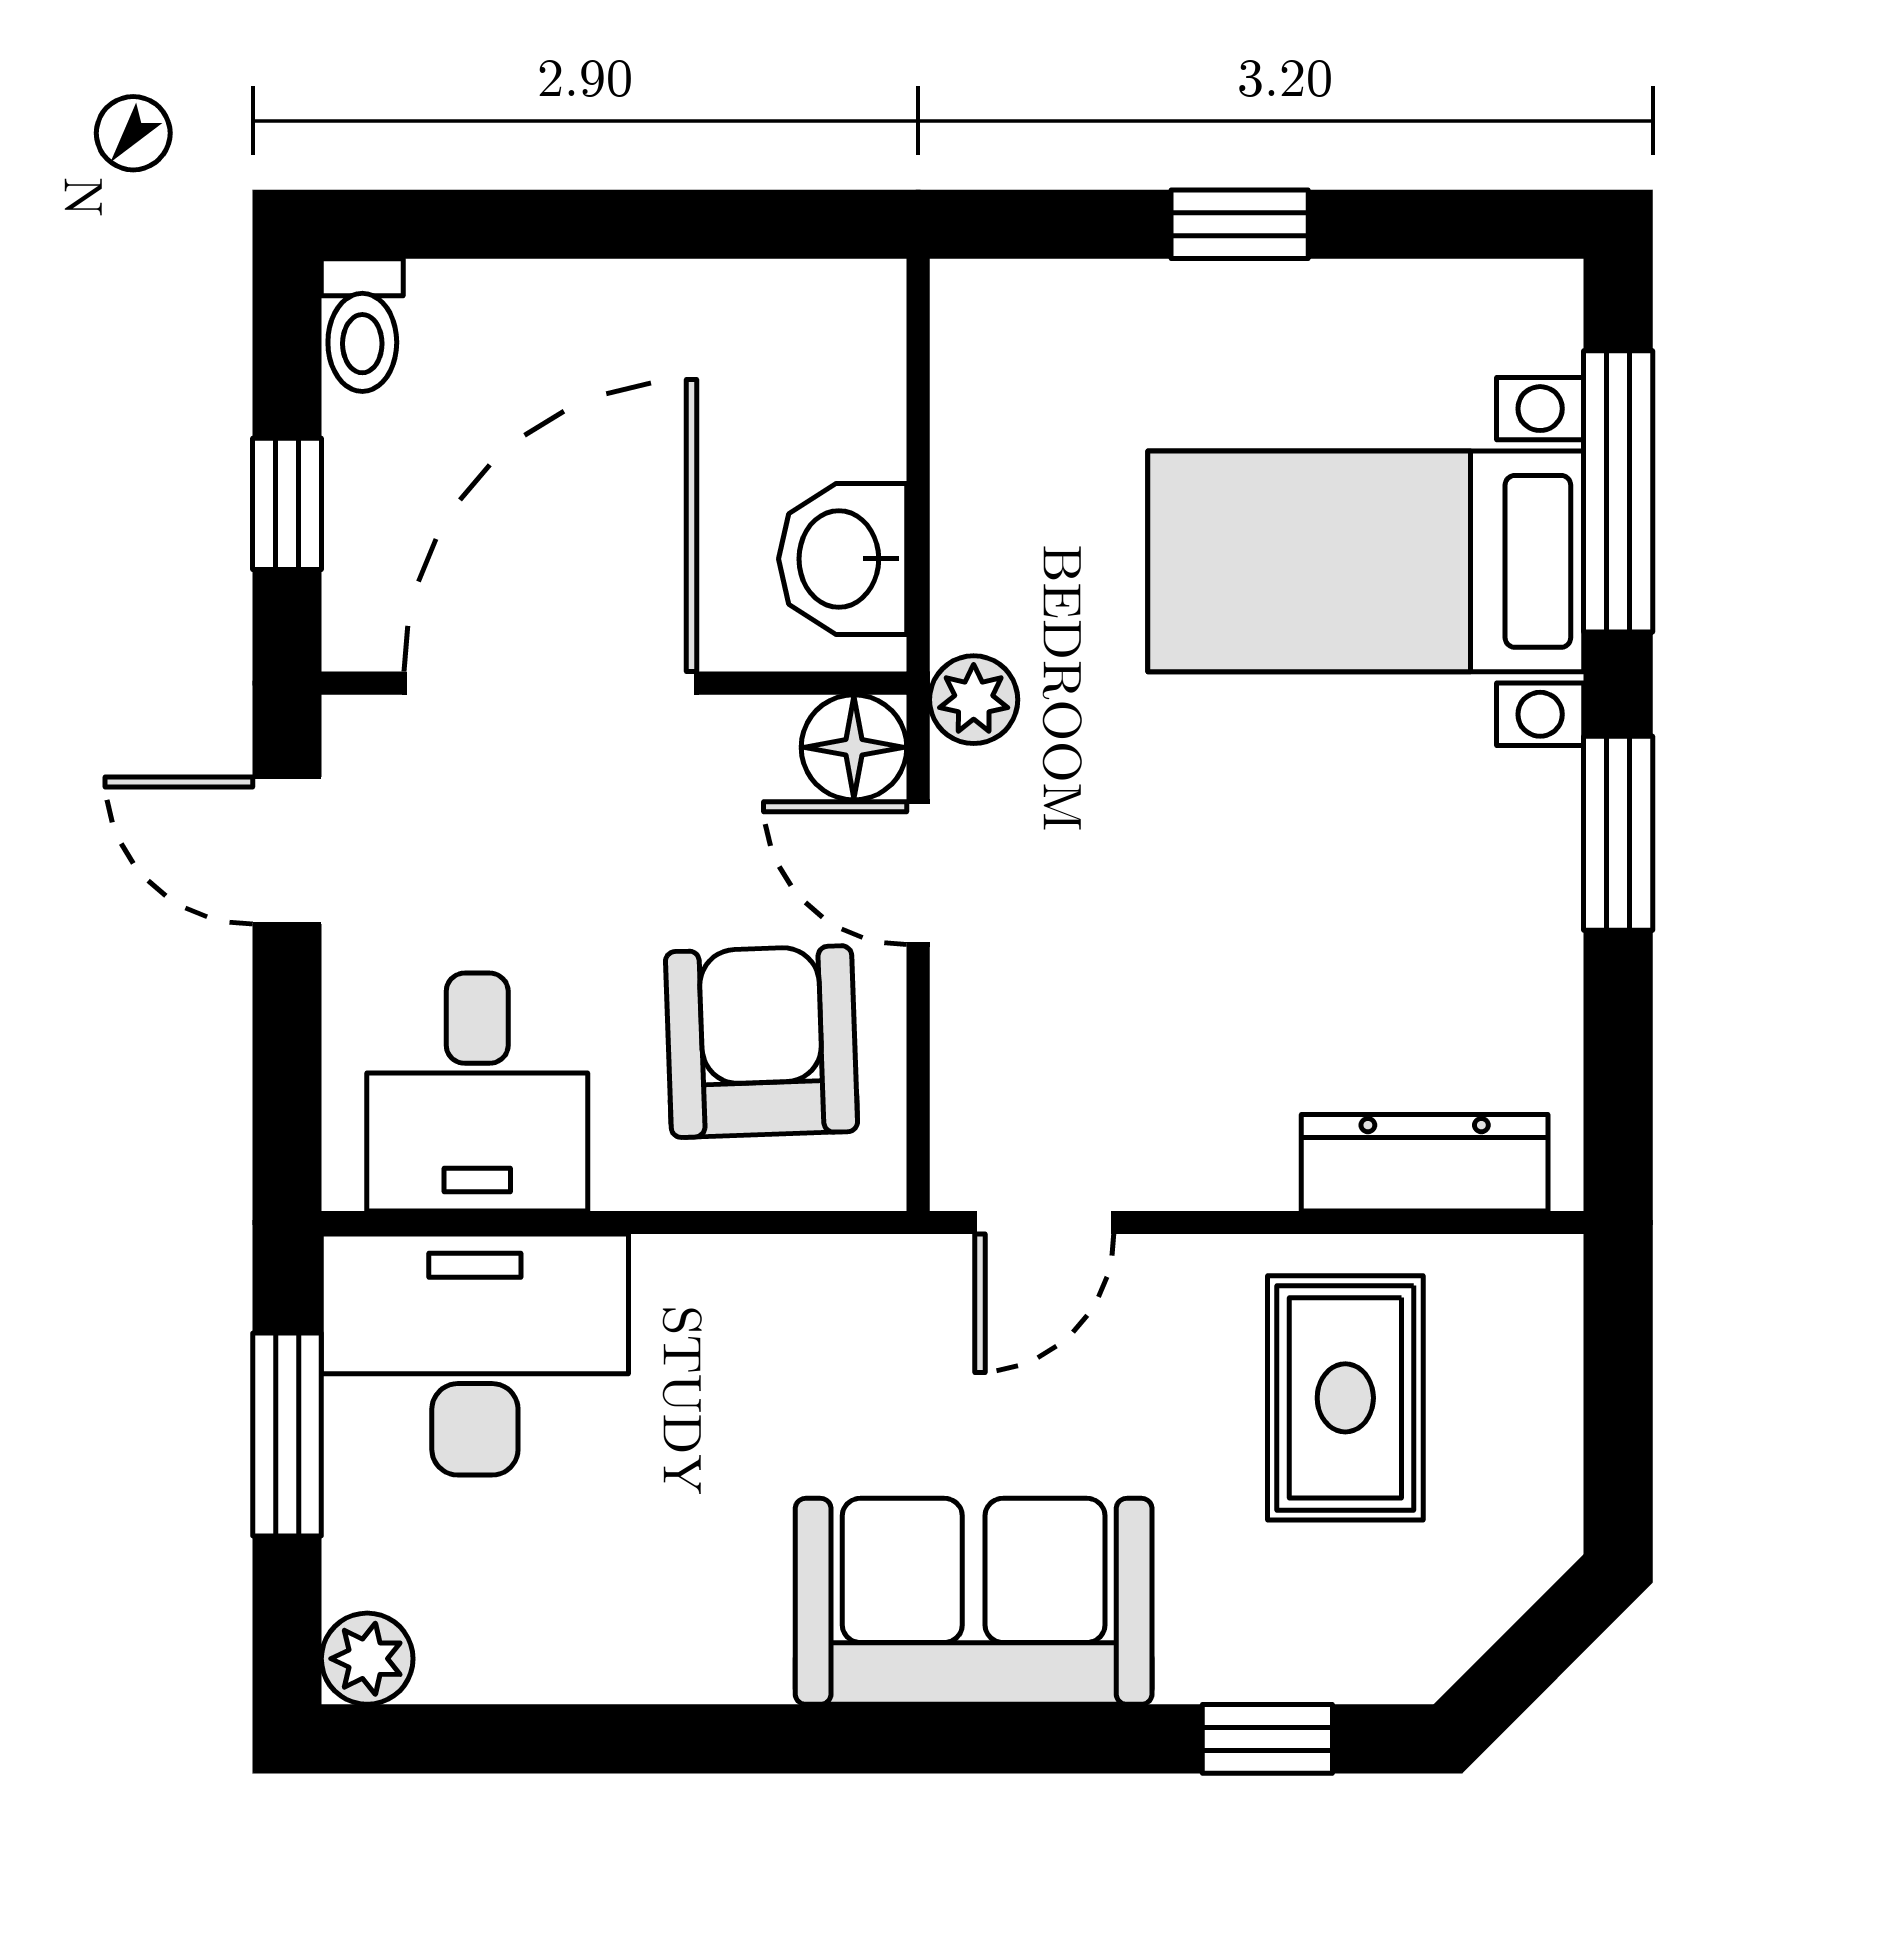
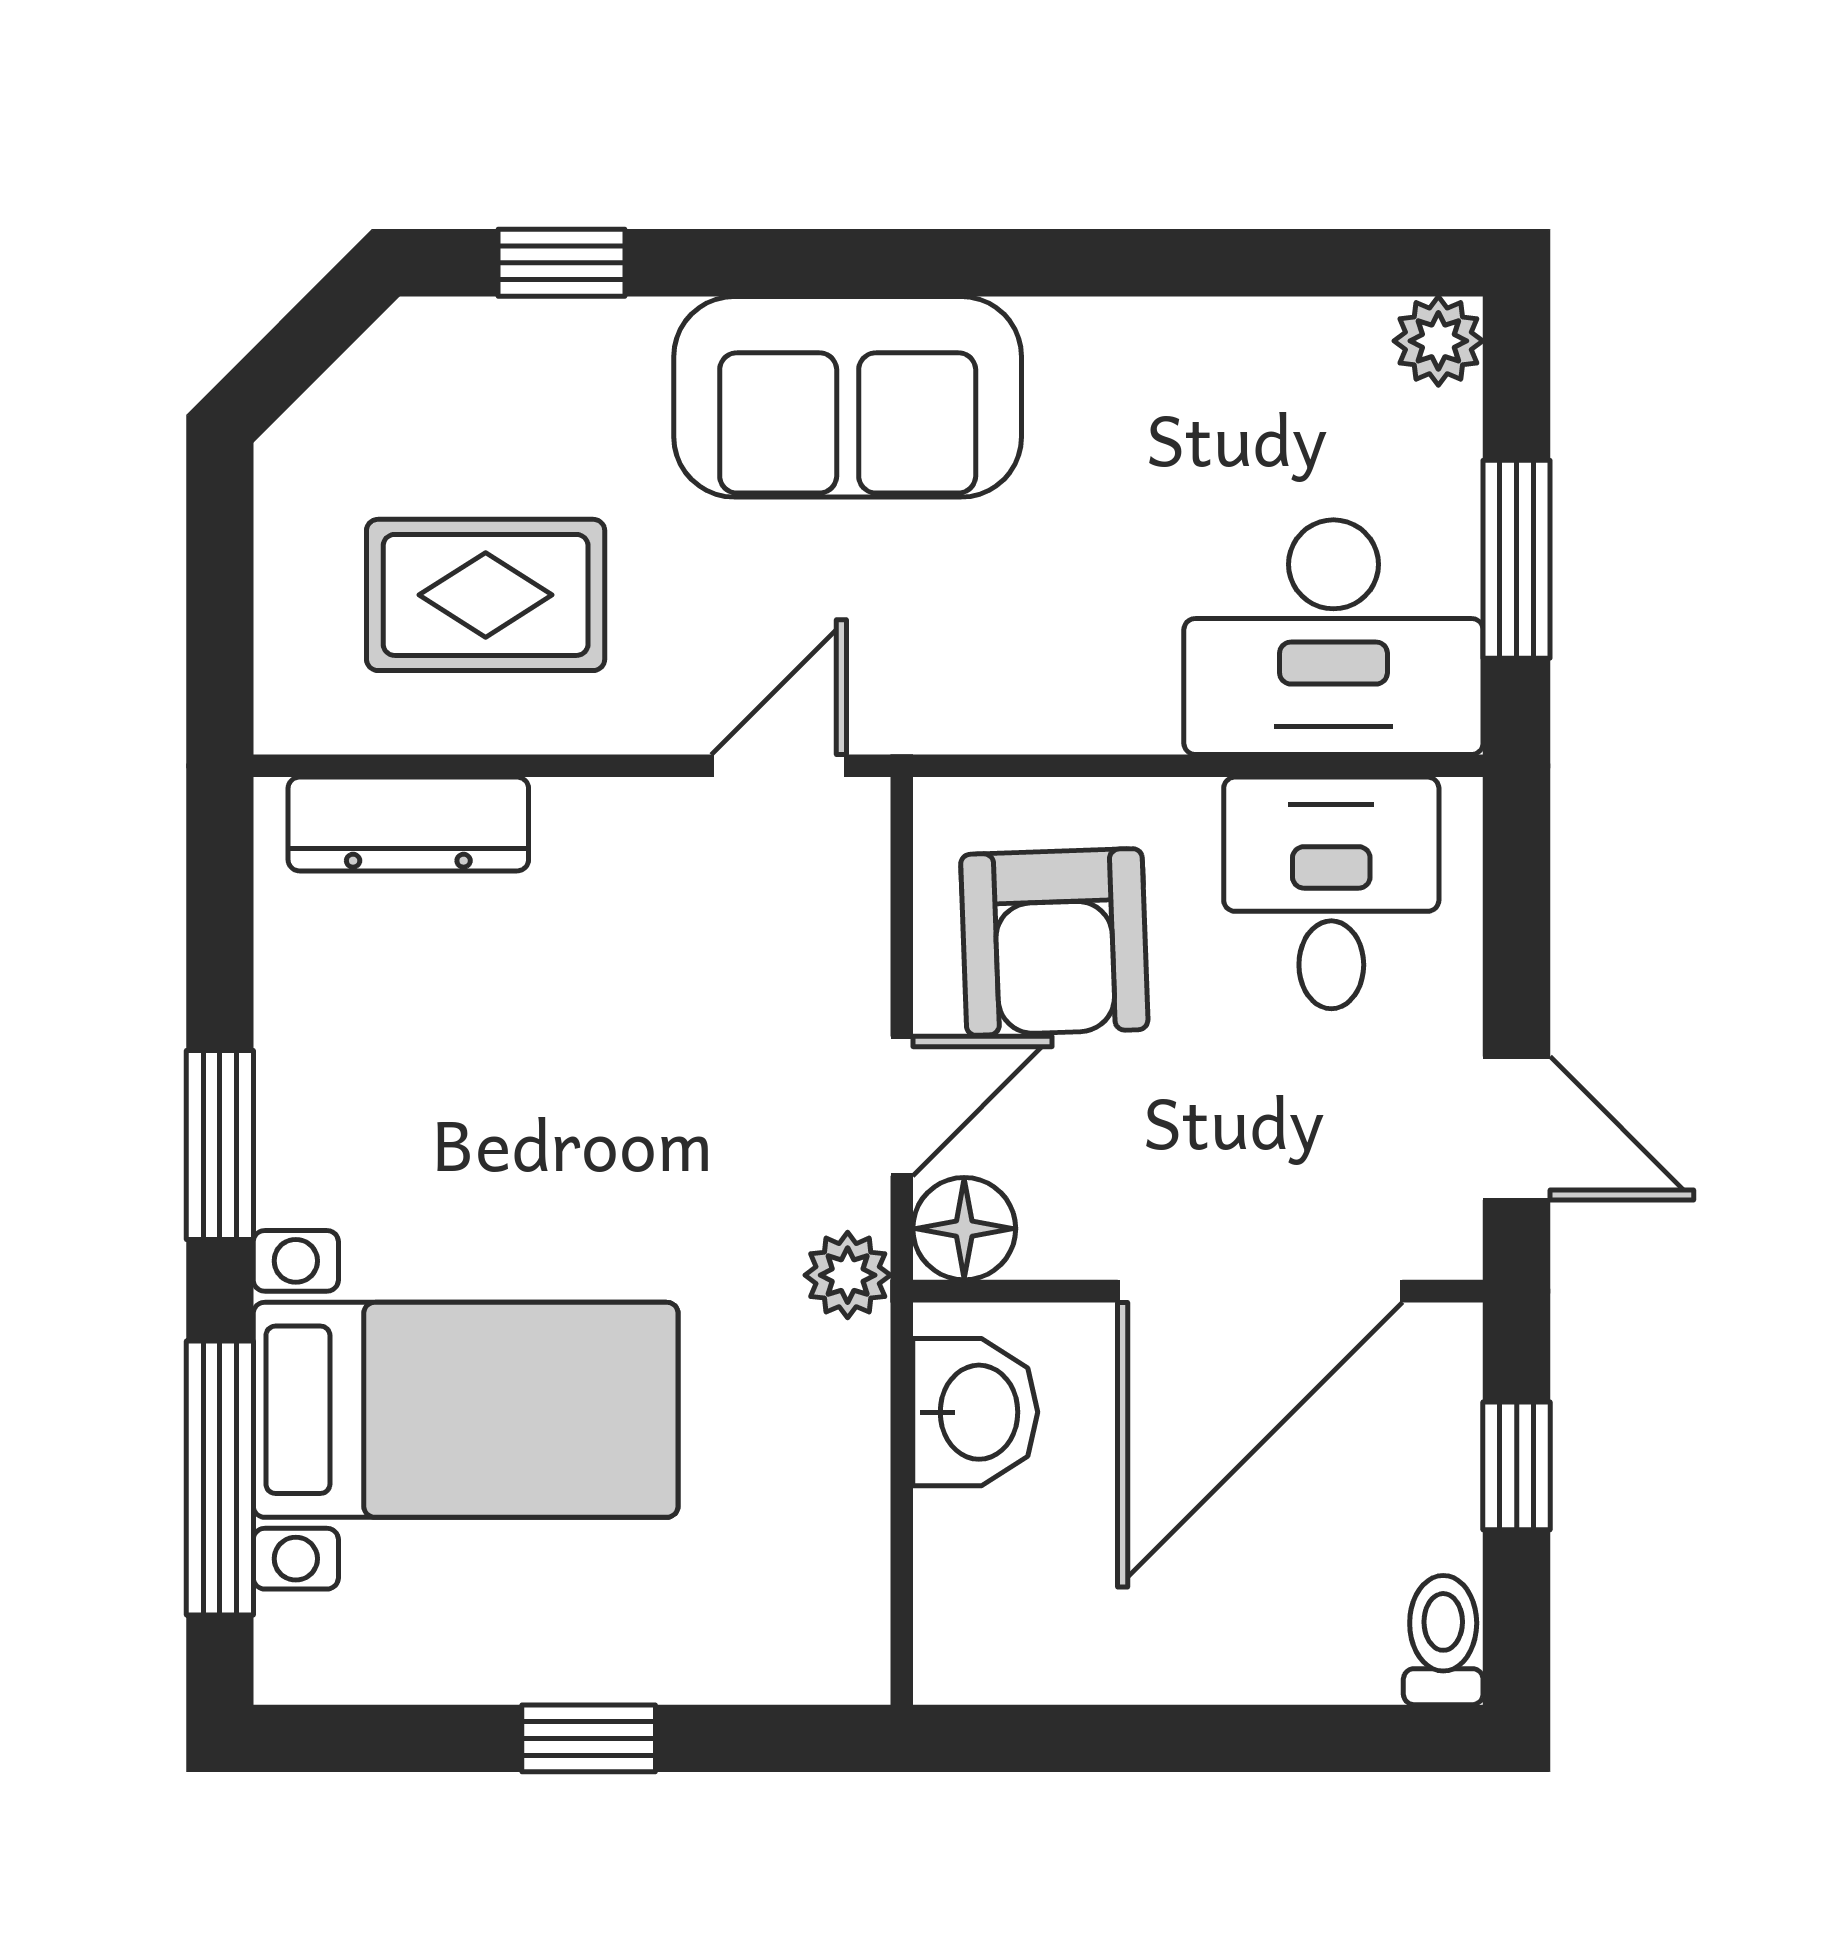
door: (918, 873) -> (902, 1106), hinge flipped
rug: (1345, 1398) -> (486, 595), turned 90

